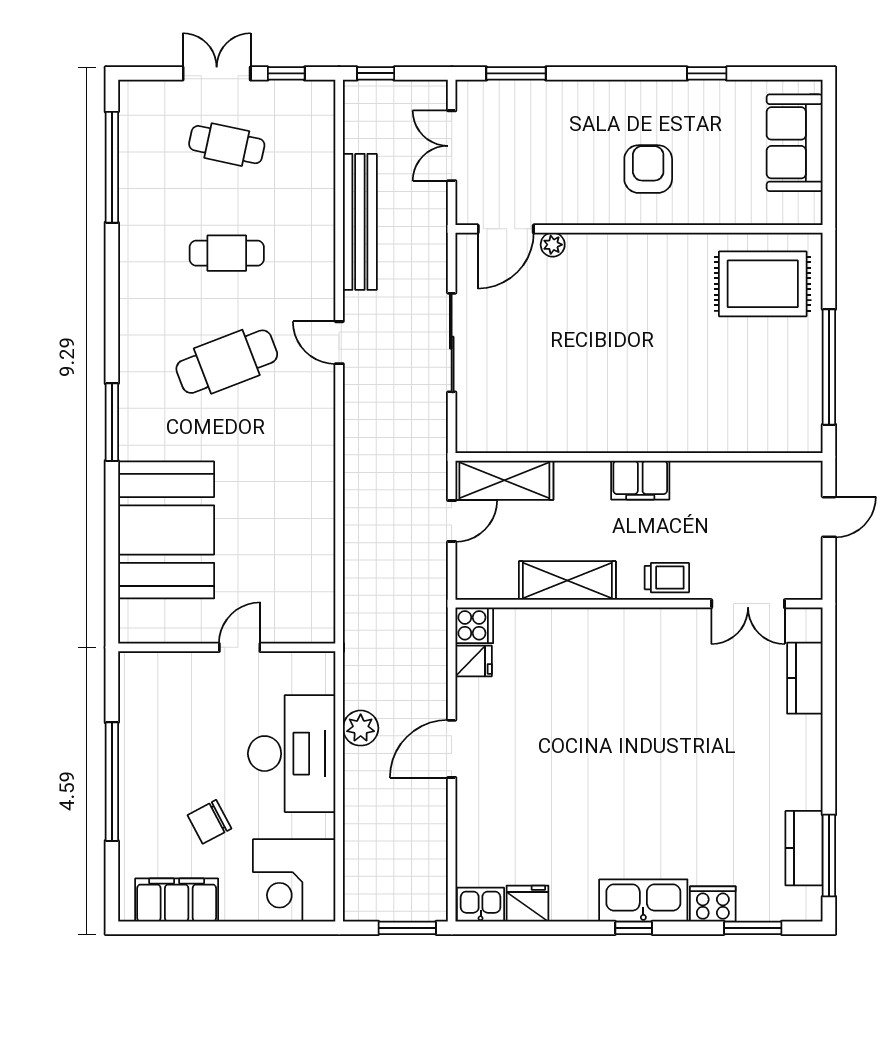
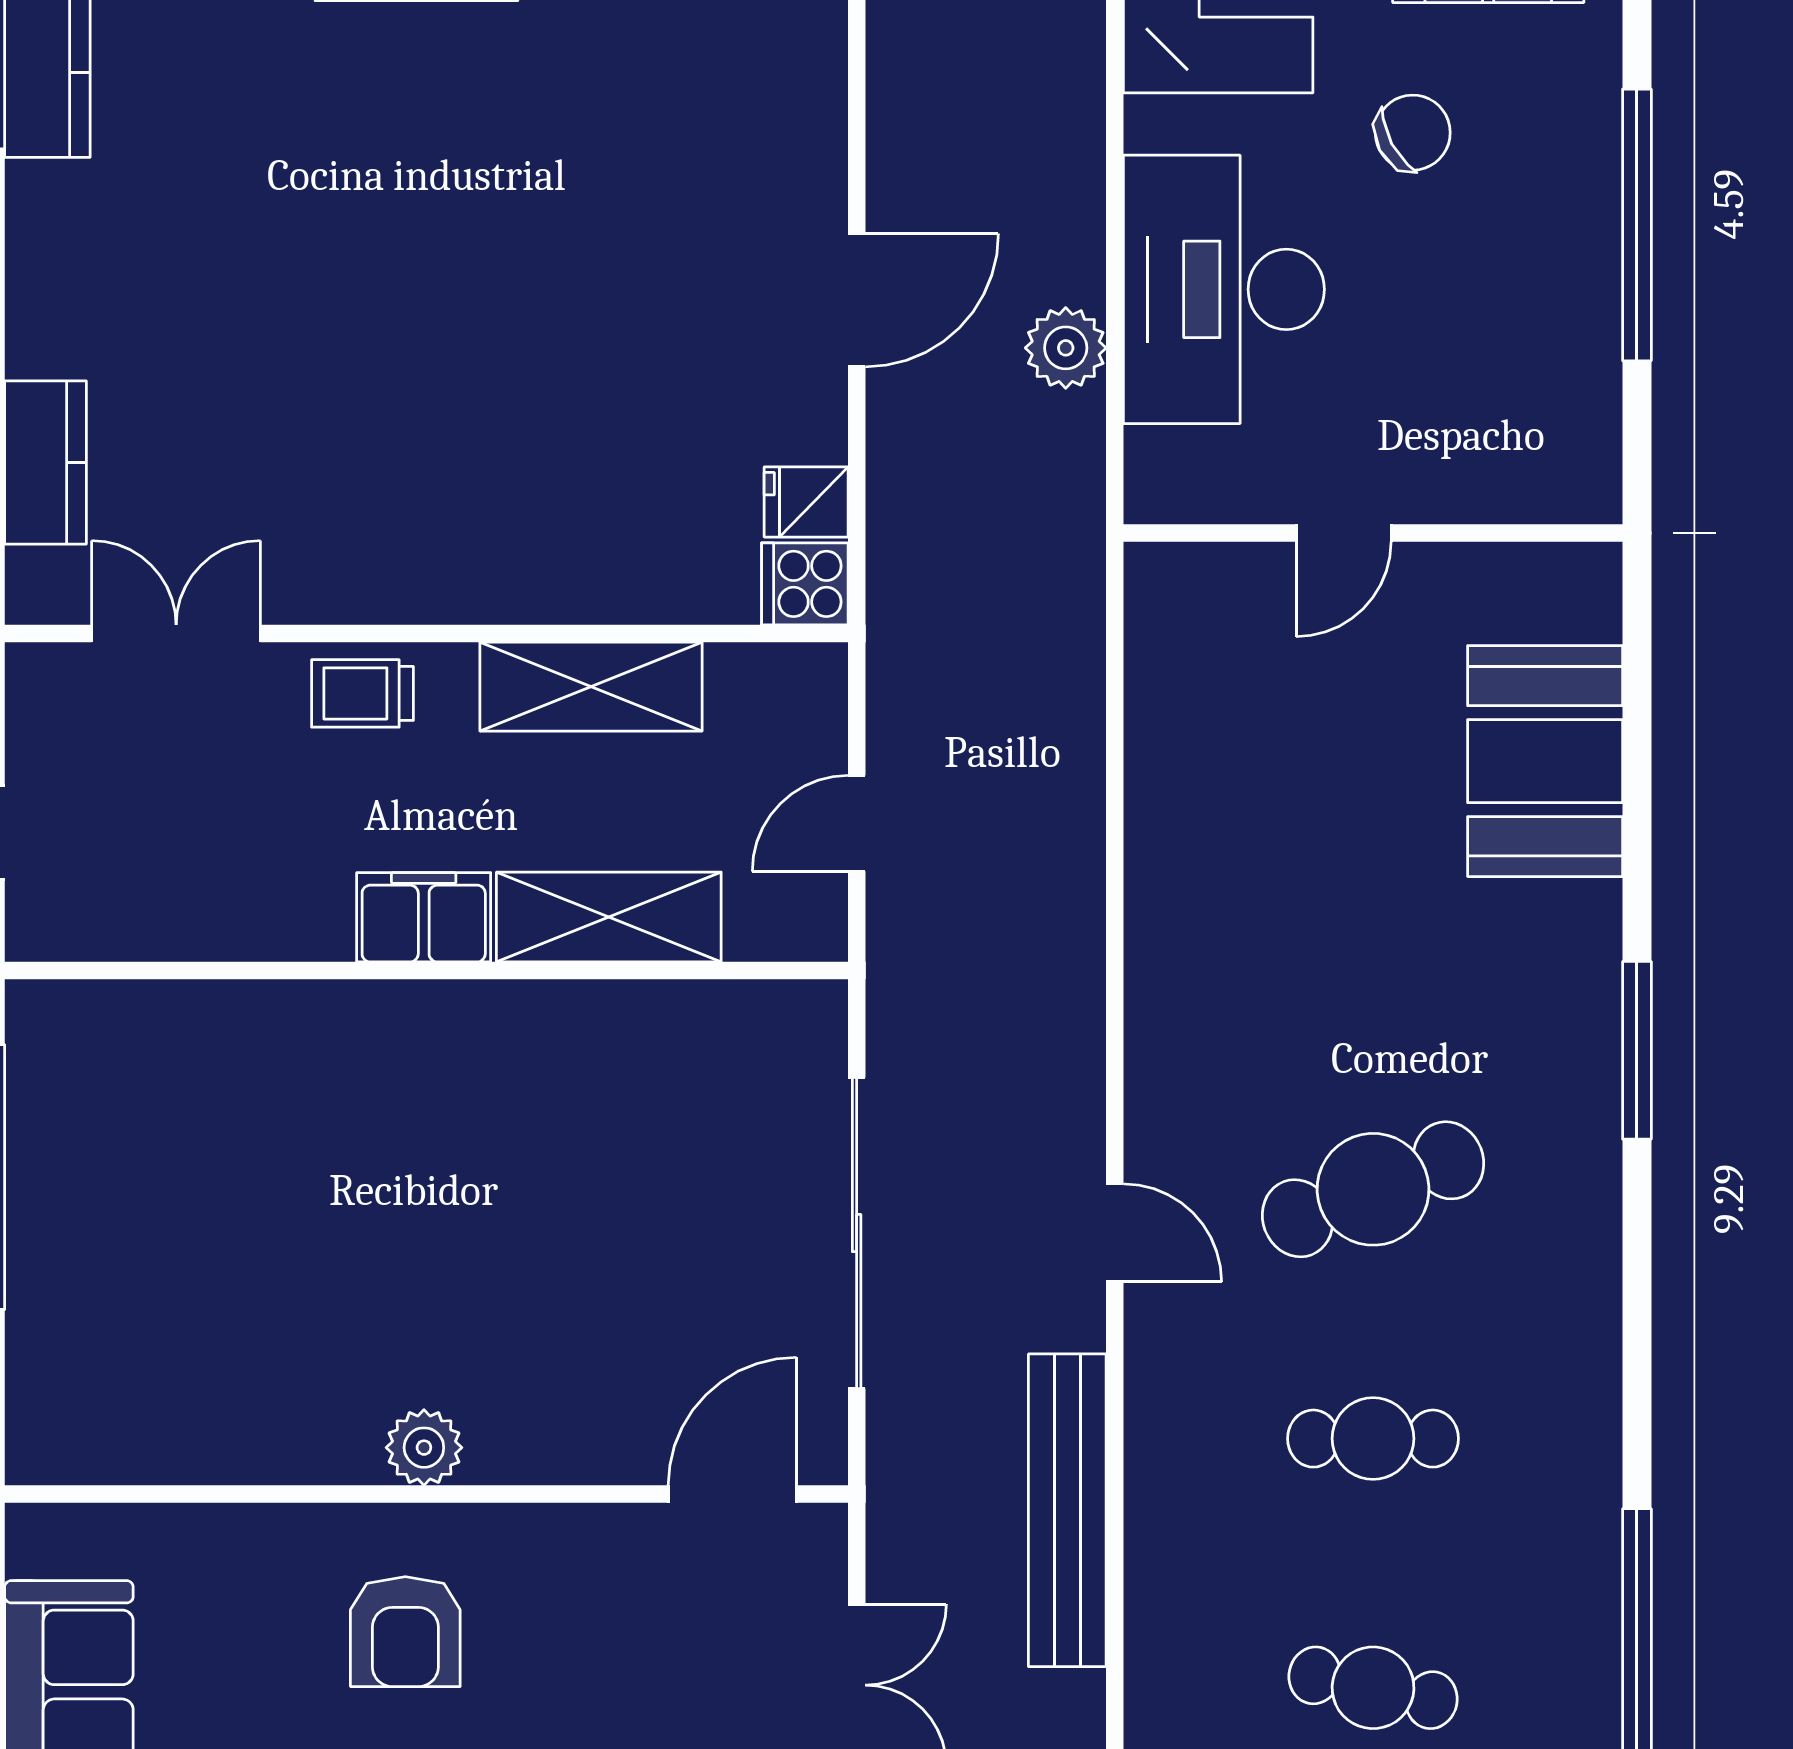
plant: (553, 245) -> (424, 1448), moved, width x1.38, depth x1.38
rug: (763, 284) -> (142, 1368), removed
sliding door: (452, 343) -> (857, 1233), width x1.36
shelving: (504, 480) -> (609, 917), moved
booth: (166, 530) -> (1545, 761), width x0.73, depth x0.70

